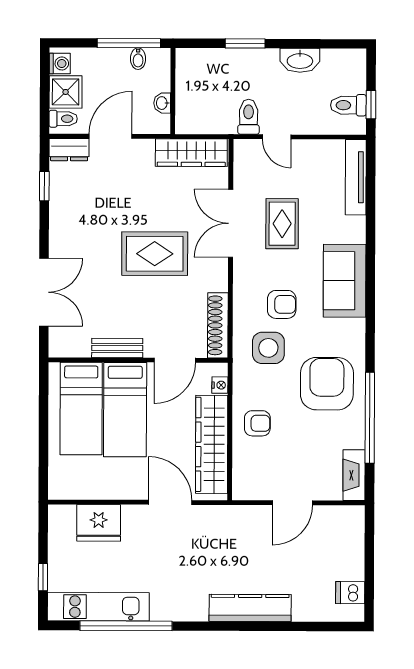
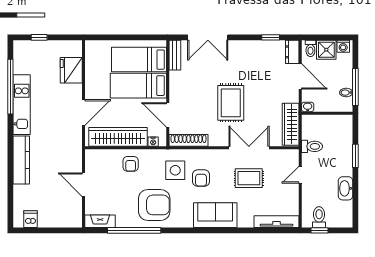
washbasin: (162, 103) -> (308, 107), moved
toilet: (249, 117) -> (312, 146), moved
bench: (117, 348) -> (175, 55), moved
kitchen unit: (98, 607) -> (22, 105), moved

